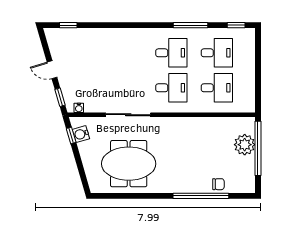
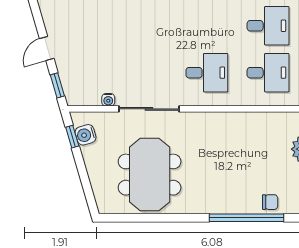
desk: (171, 53) -> (207, 26), removed
door: (52, 70) -> (47, 48), hinge flipped
water cooler: (79, 108) -> (108, 100), moved
meeting table: (129, 164) -> (150, 175), turned 90

